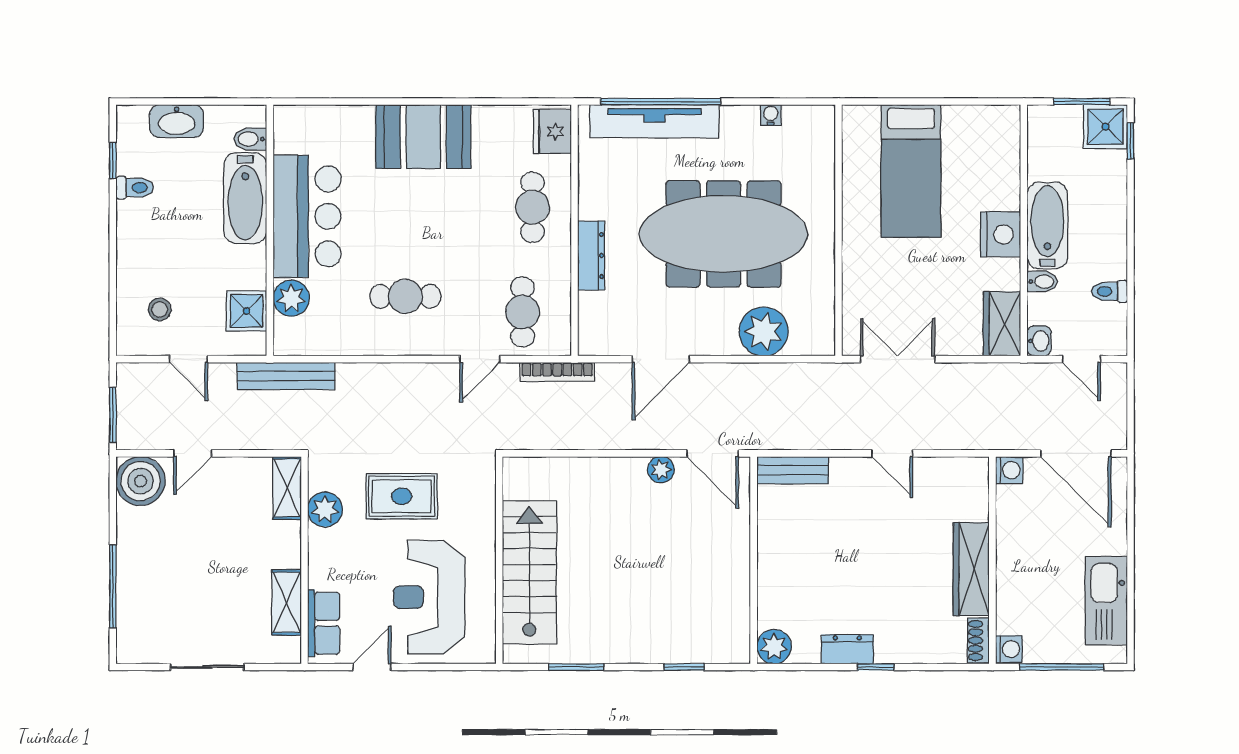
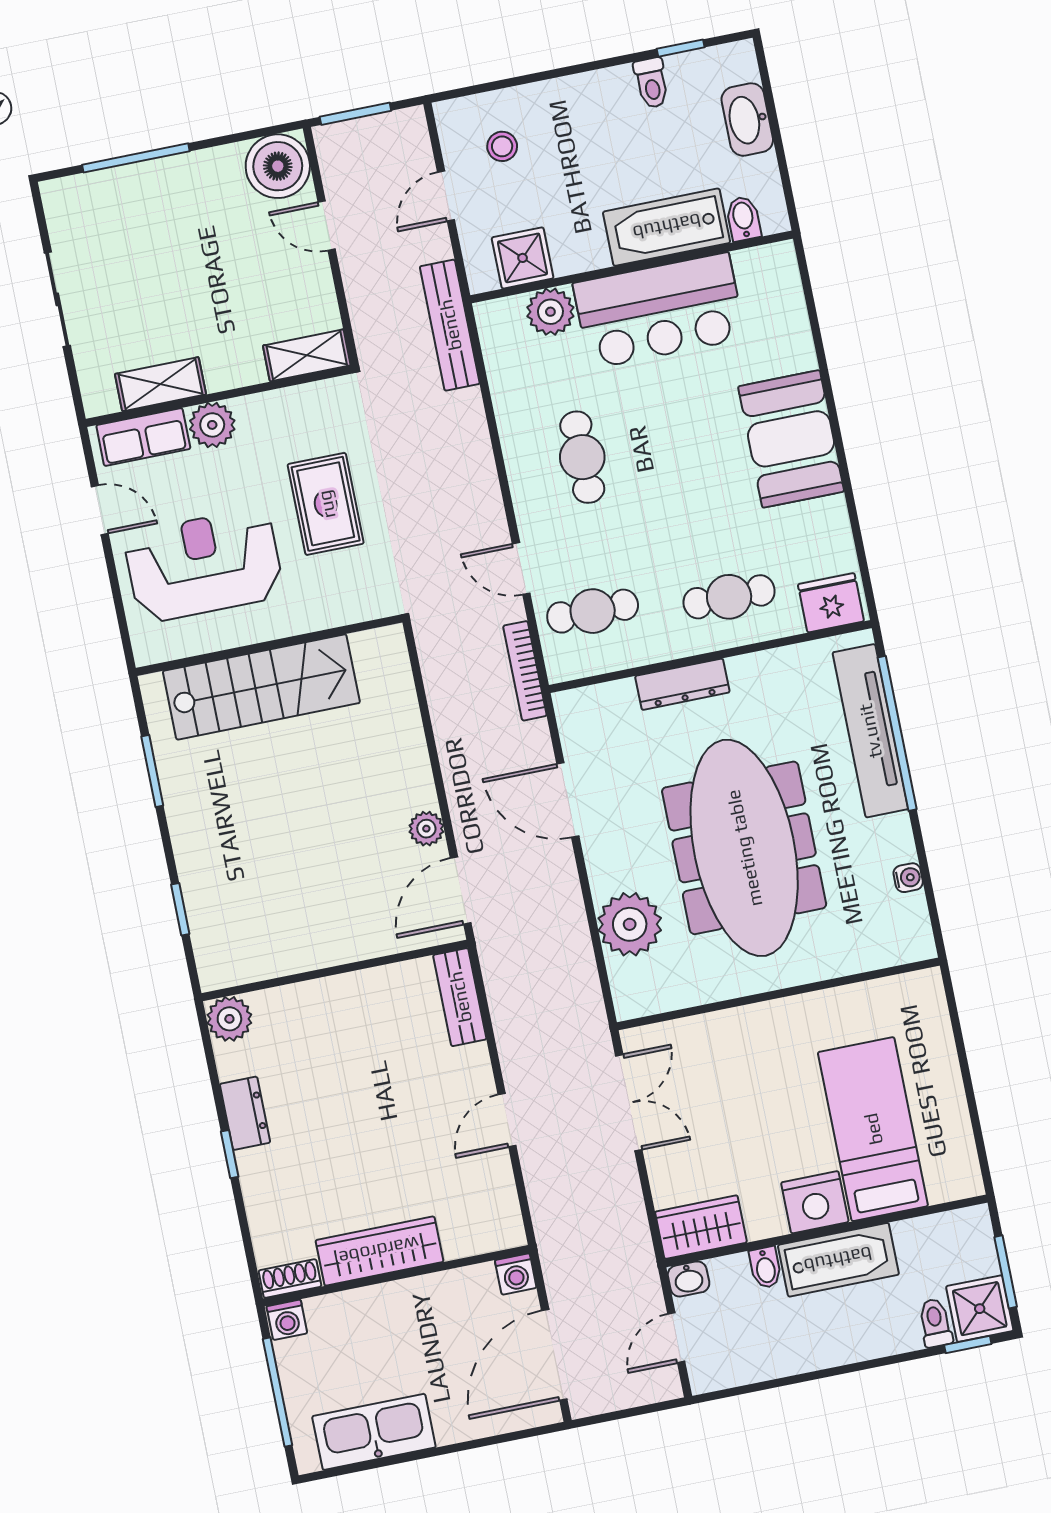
bed: (911, 171) -> (873, 1129), moved, turned 90
toilet: (1110, 291) -> (935, 1323), moved
plant: (325, 509) -> (212, 425), moved

